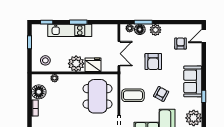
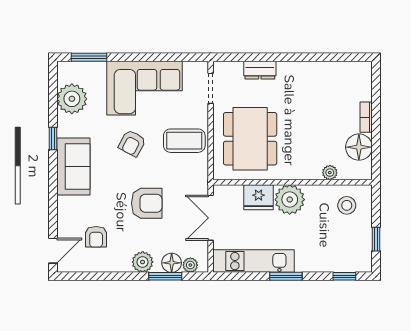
kitchen unit: (70, 30) -> (254, 261), moved
armchair: (153, 62) -> (147, 203), turned 90

